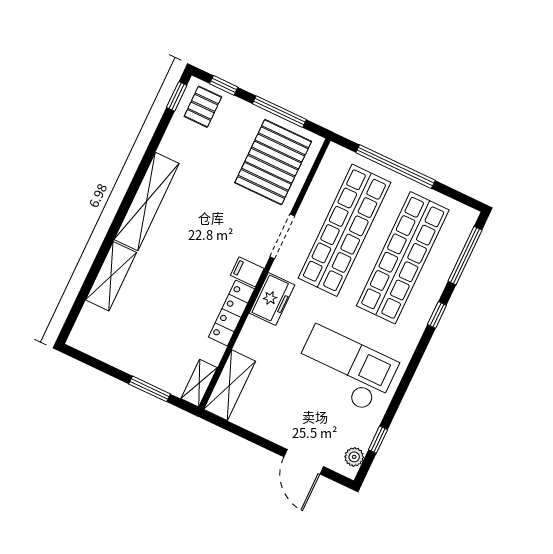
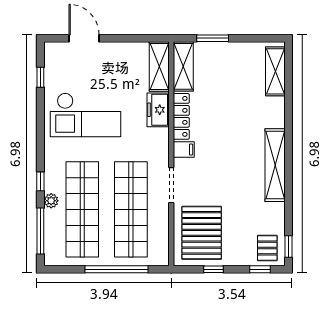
window: (279, 112) -> (214, 269), width x0.46
shelving: (111, 276) -> (275, 71), moved
freezer: (272, 299) -> (158, 110), moved
shelving: (199, 383) -> (183, 66), width x1.50, depth x1.33
plant: (354, 457) -> (51, 201), moved

